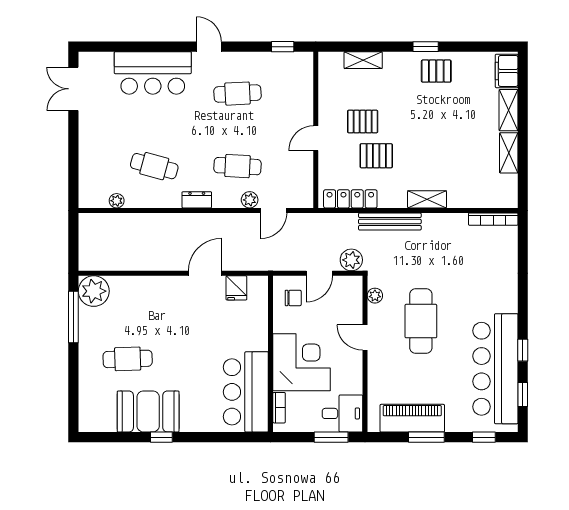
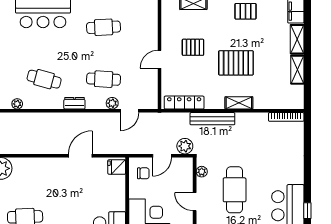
pallet: (376, 156) -> (236, 63), moved, width x1.50, depth x1.42
fridge: (236, 288) -> (117, 167), moved, turned 90

